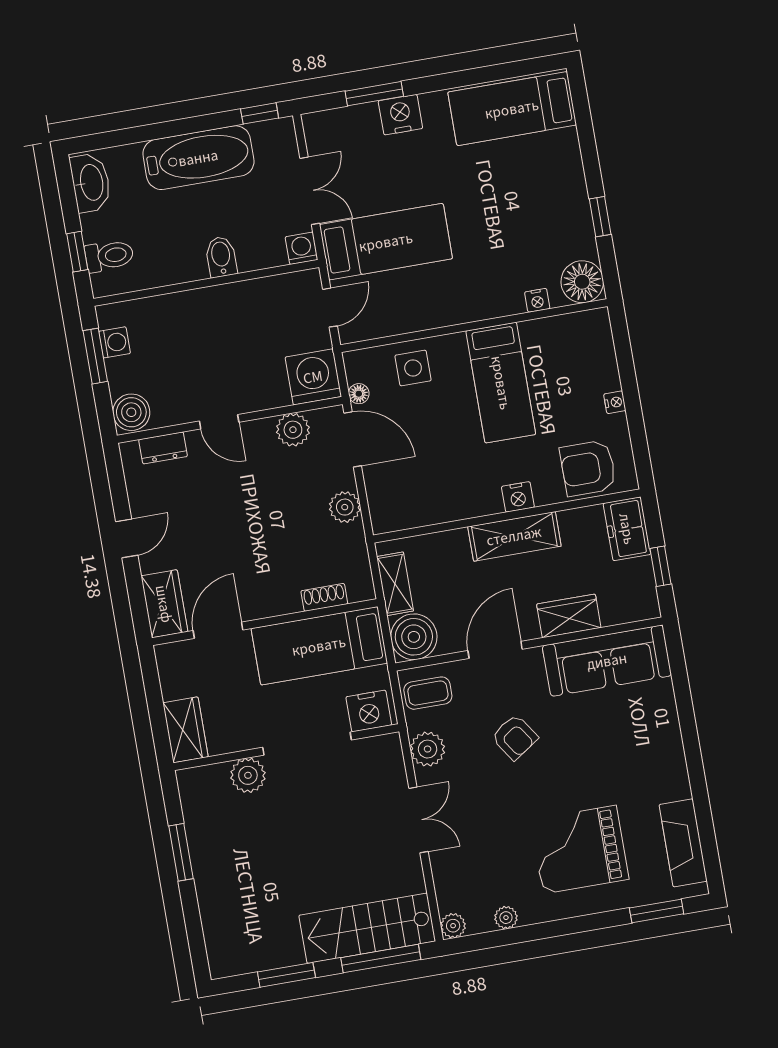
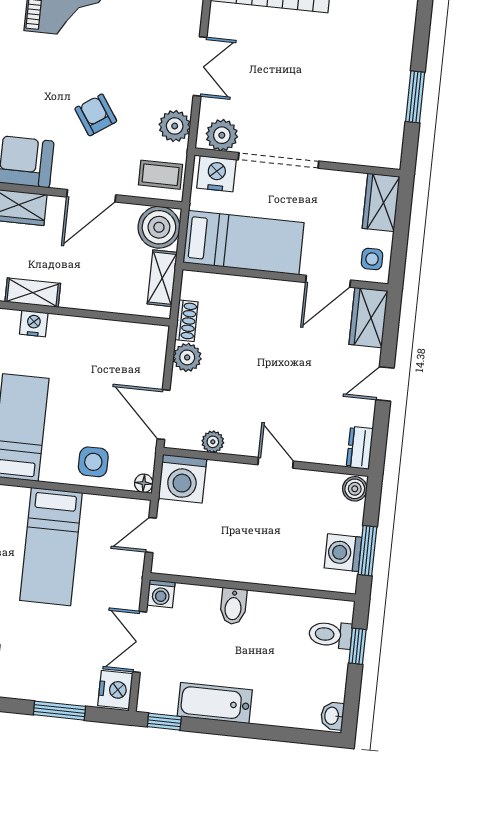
nightstand: (400, 115) -> (115, 690), moved, turned -90
bathtub: (198, 158) -> (215, 703), width x0.73, depth x0.73
washbasin: (91, 183) -> (332, 716), width x0.52, depth x0.69
bed: (386, 242) -> (51, 547), moved, turned -90
washing machine: (115, 342) -> (343, 553), width x1.38, depth x1.38
floor lamp: (359, 394) -> (144, 483), moved
boiler: (131, 412) -> (355, 489), width x0.73, depth x0.73
plant: (293, 430) -> (213, 442), width x0.73, depth x0.73
dresser: (163, 448) -> (360, 448), moved, turned -90
shelving: (514, 536) -> (33, 293), width x0.67, depth x0.75
shoe rack: (324, 597) -> (186, 321), moved, turned -90
side table: (178, 667) -> (372, 259), added
plant: (248, 775) -> (222, 135), moved
double door: (418, 820) -> (200, 66), swing flipped

